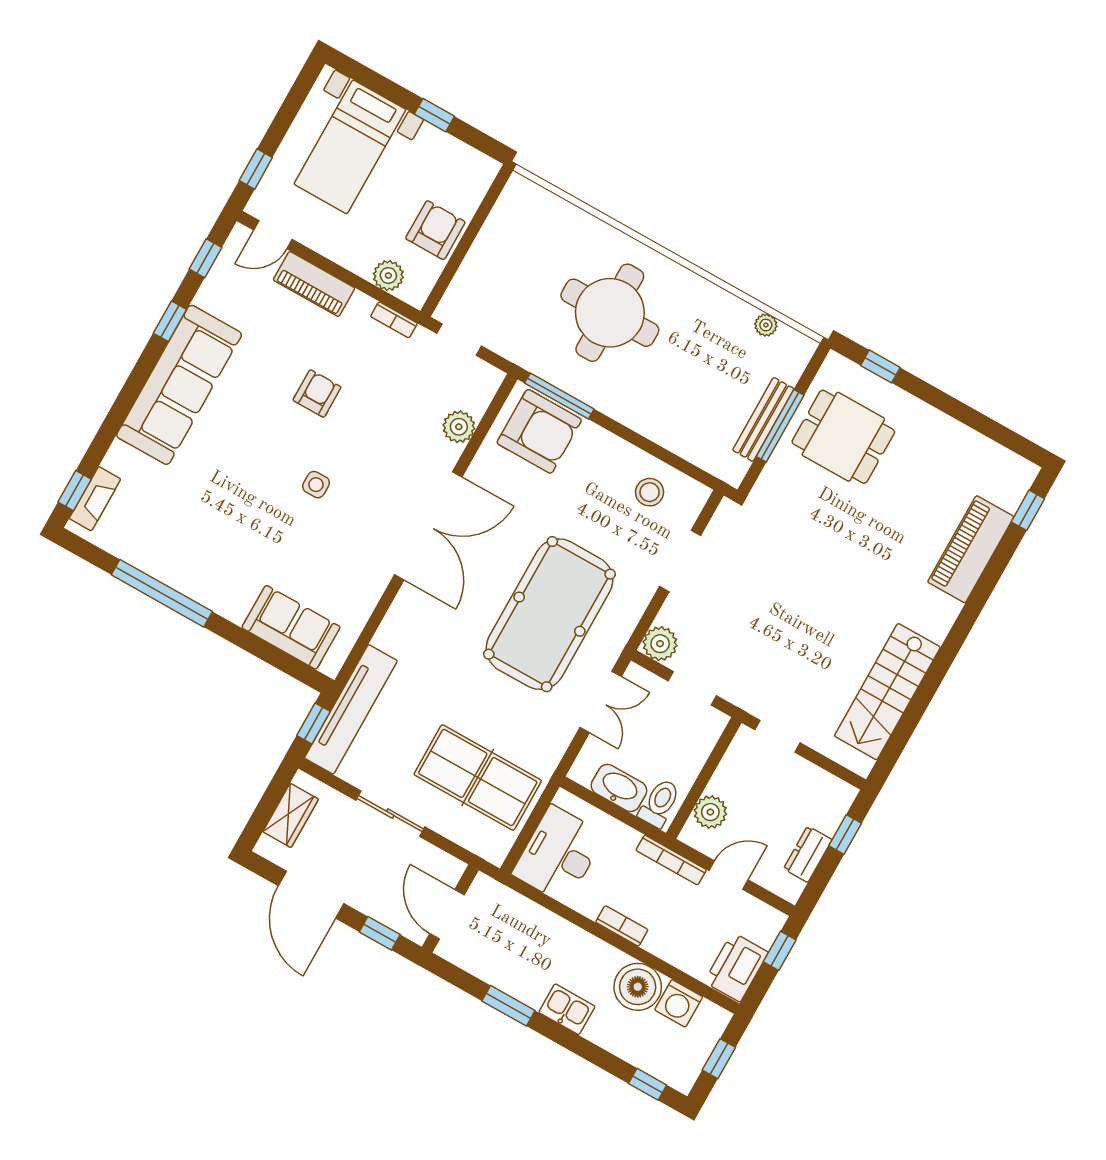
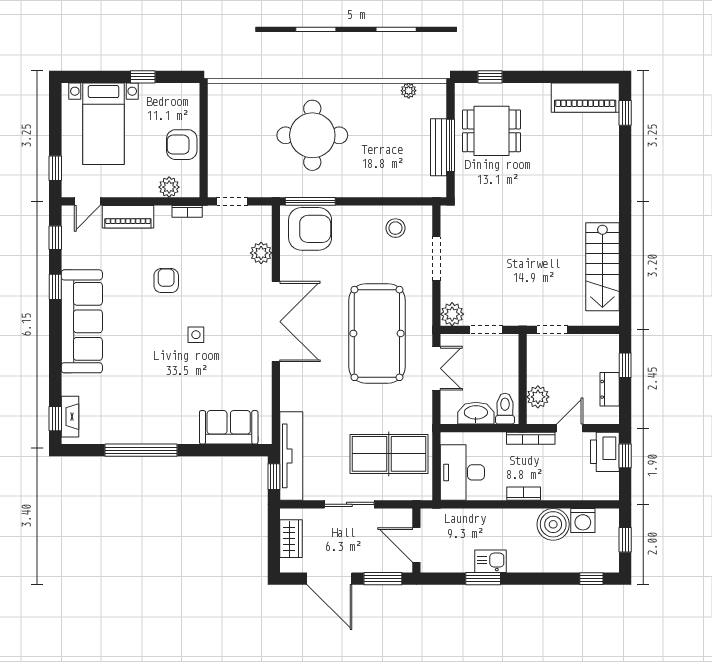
armchair: (435, 230) -> (182, 145), turned -90
piano: (971, 549) -> (585, 98), moved, turned -90
window: (380, 933) -> (383, 579), width x1.50
printer: (736, 967) -> (605, 452), moved
kitchen sink: (567, 1009) -> (491, 561), moved

